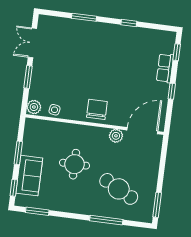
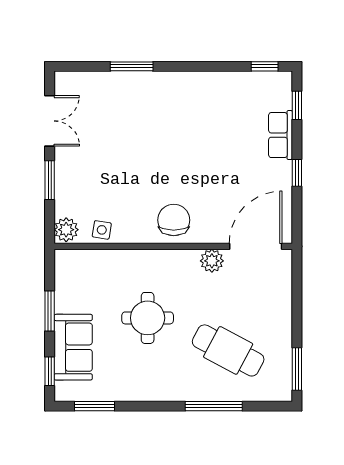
window: (129, 23) -> (265, 66), moved
double door: (32, 43) -> (50, 121), swing flipped

